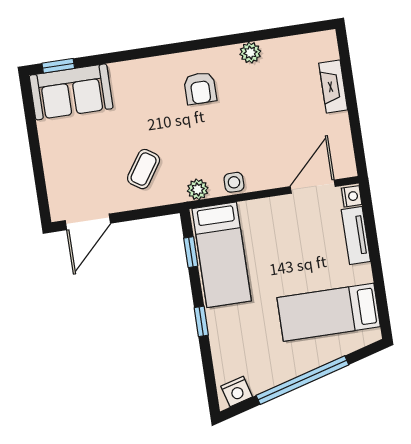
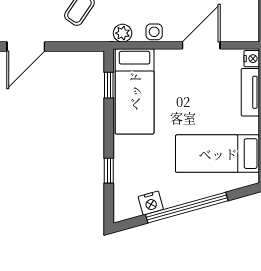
door: (313, 187) -> (201, 45), moved
window: (201, 321) -> (109, 171), moved
nightstand: (237, 391) -> (151, 203), moved

